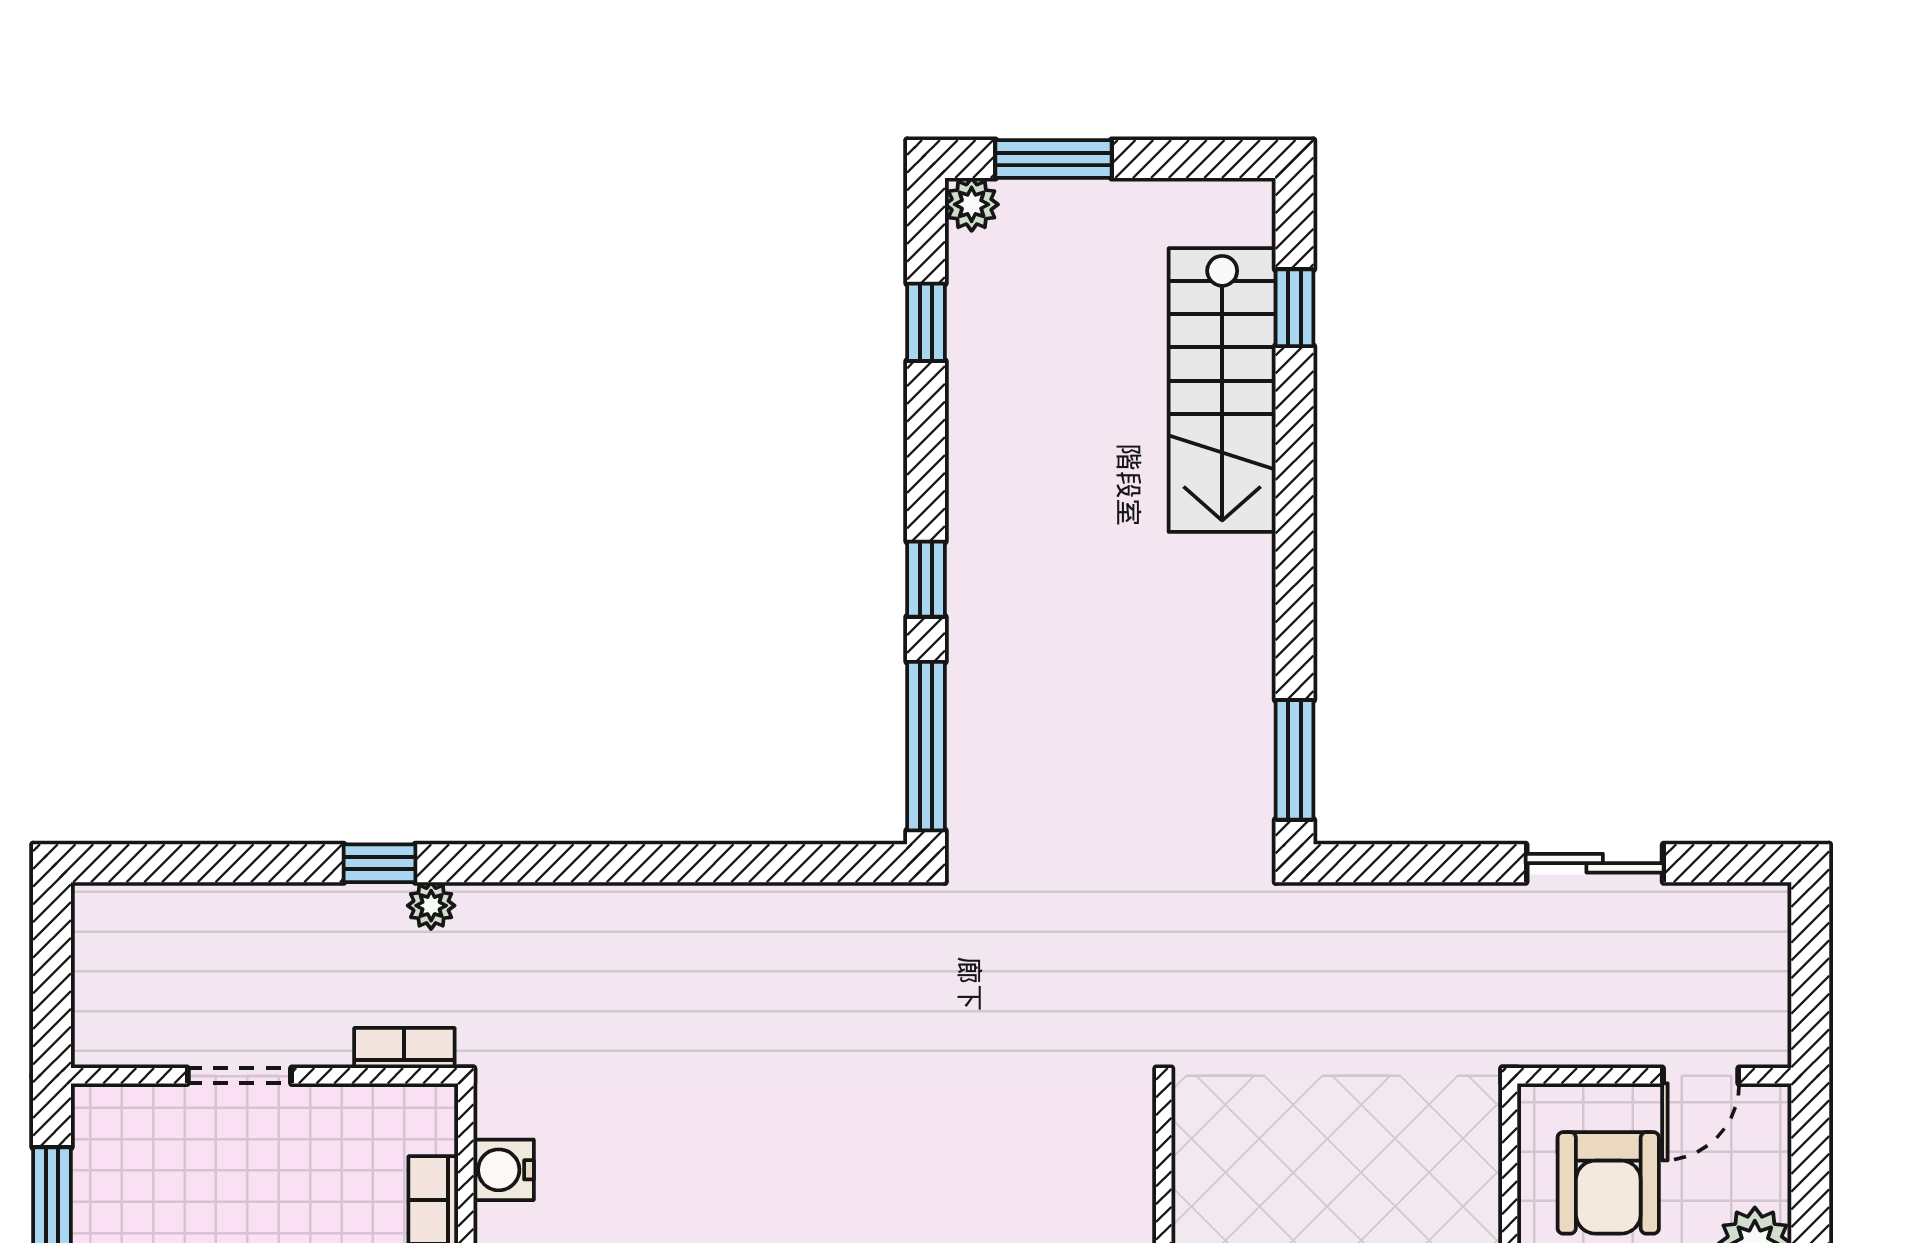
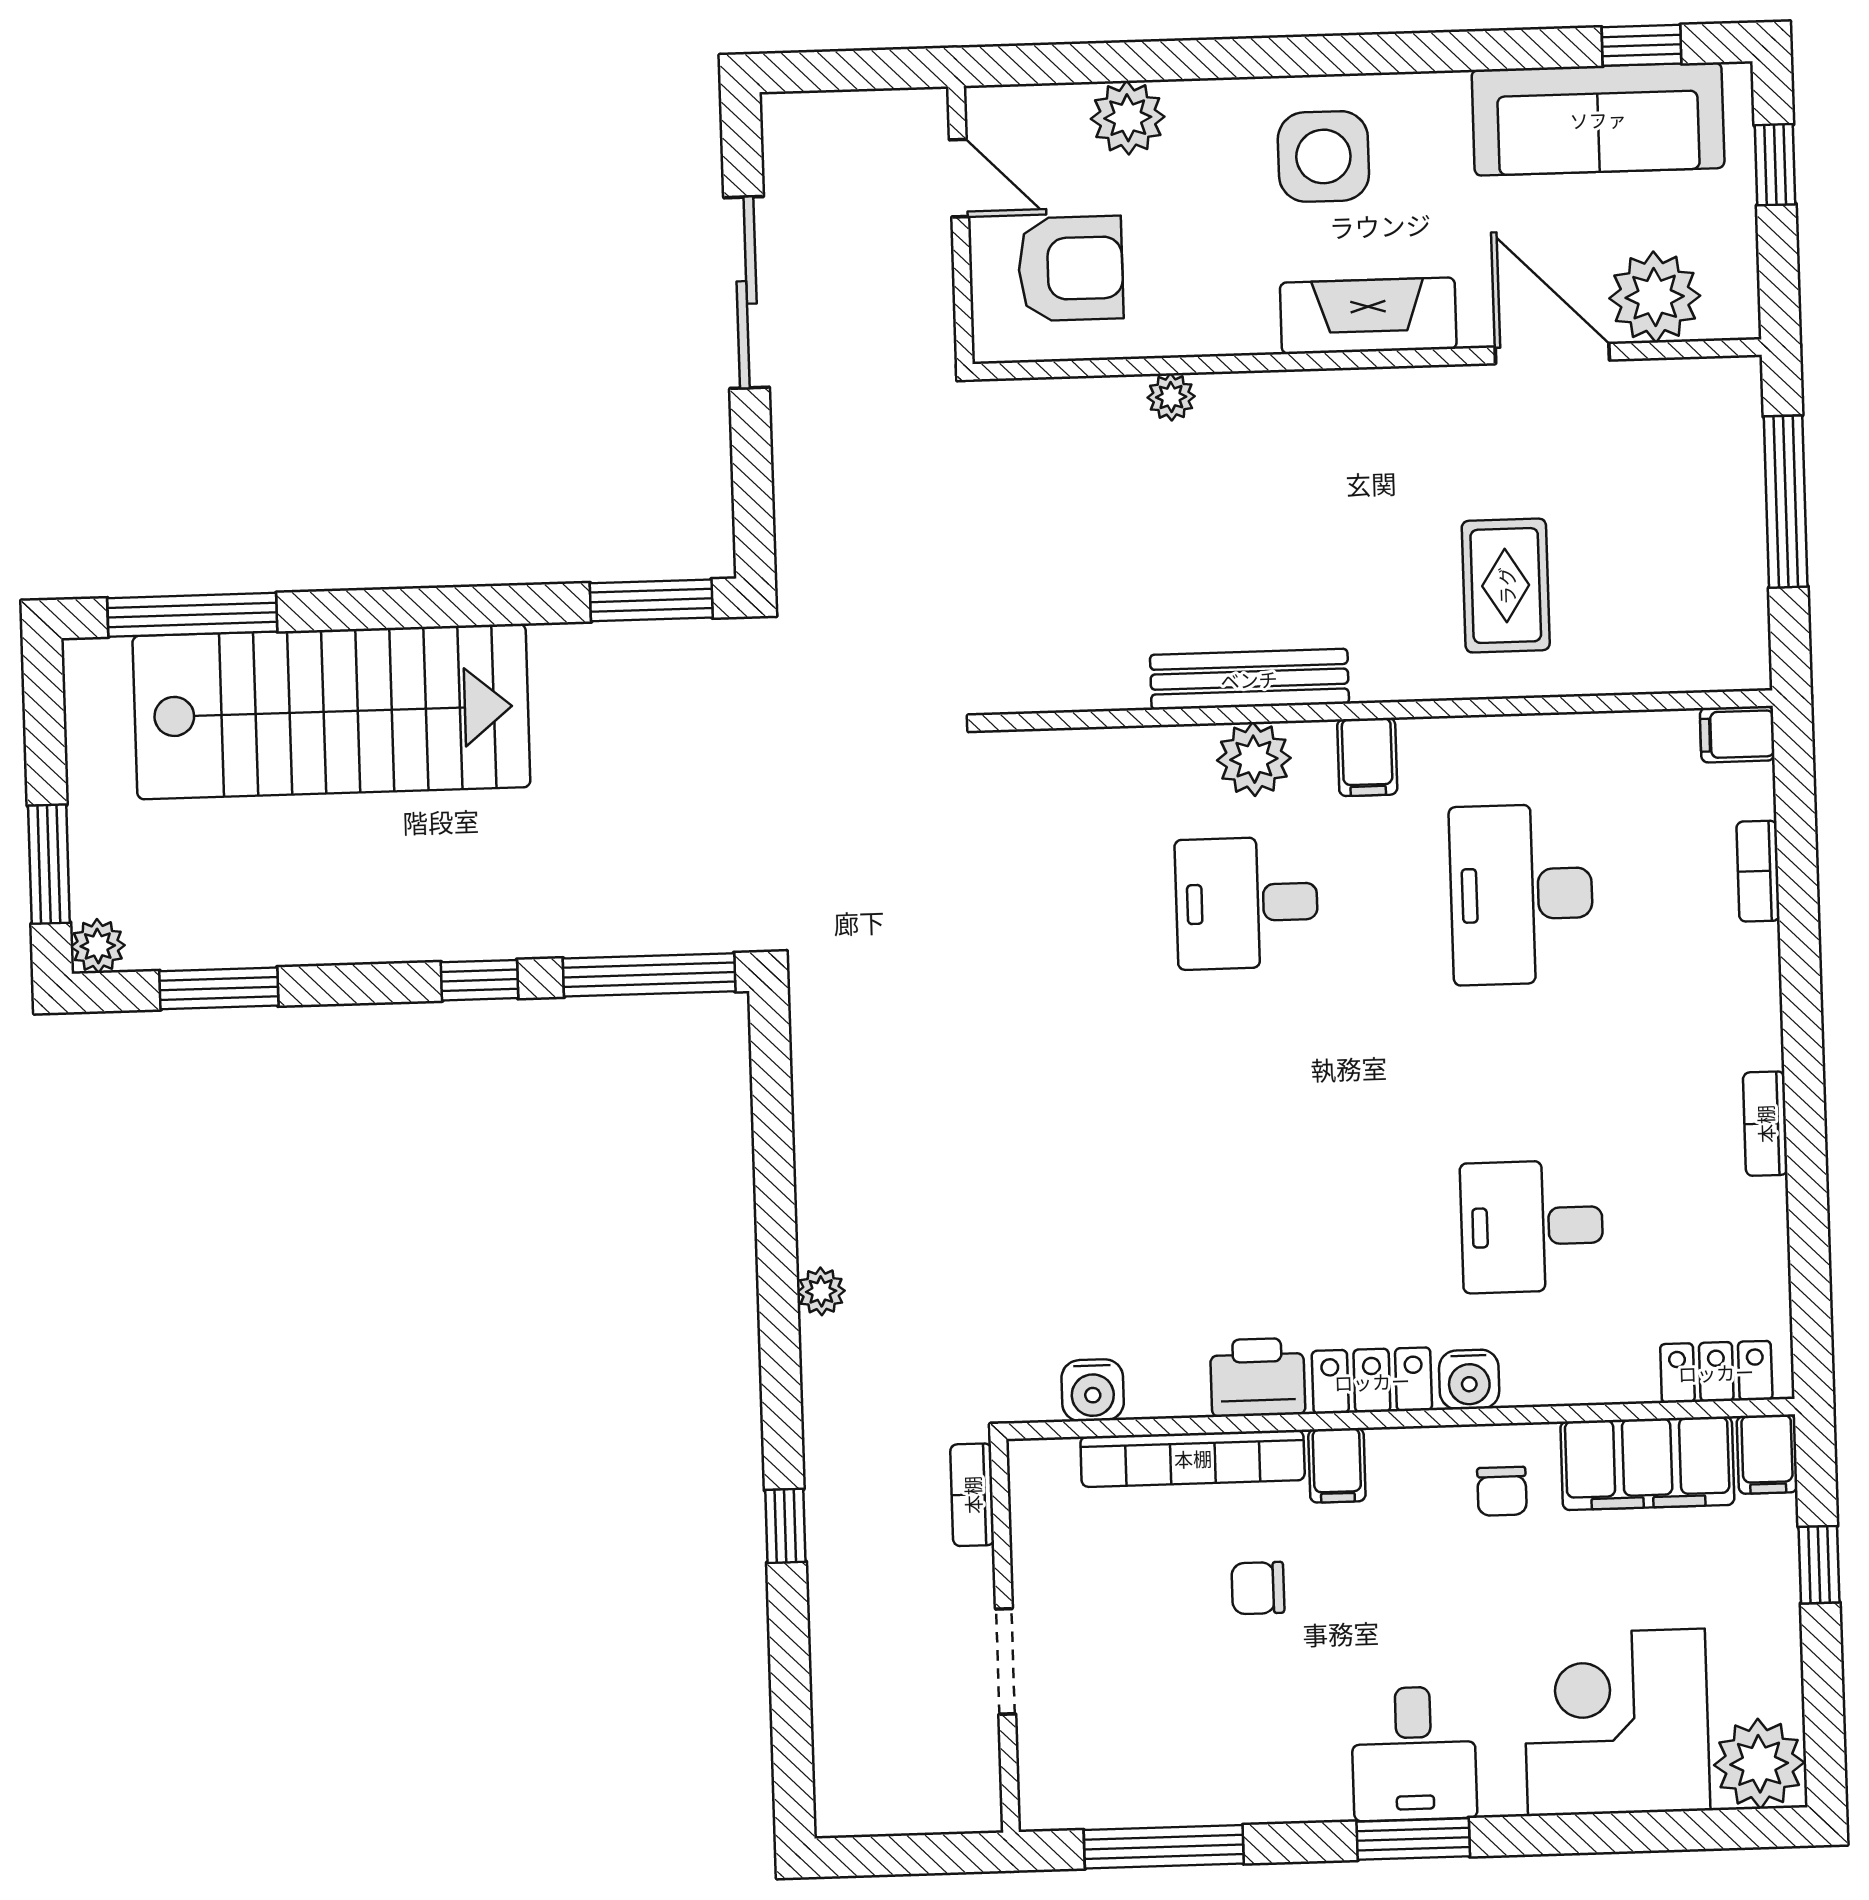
window: (1295, 308) -> (192, 615), width x2.17
window: (926, 322) -> (219, 988), width x1.50
stairs: (1222, 390) -> (331, 712), width x1.36, depth x1.51
sliding door: (1595, 863) -> (747, 292), width x1.37
plant: (431, 906) -> (821, 1291), moved

